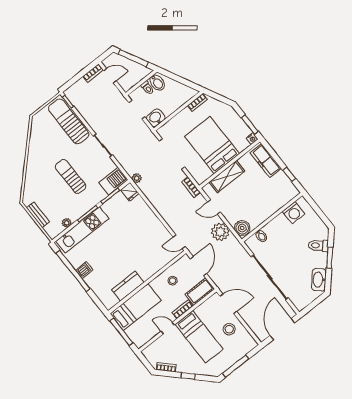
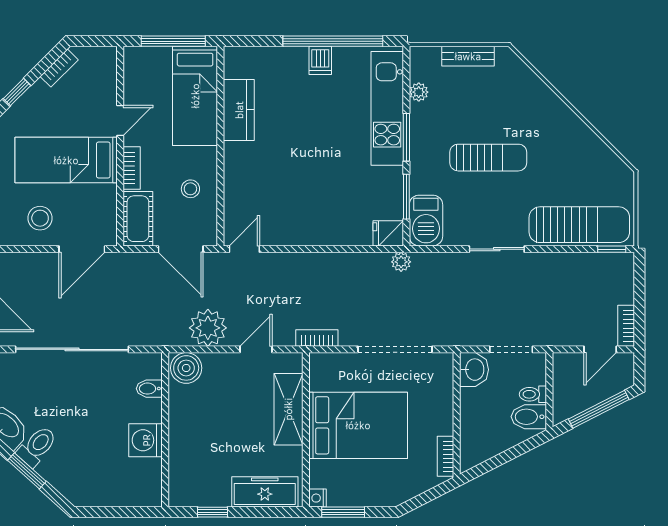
washing machine: (293, 213) -> (146, 440), moved
toilet: (318, 246) -> (37, 446), moved

